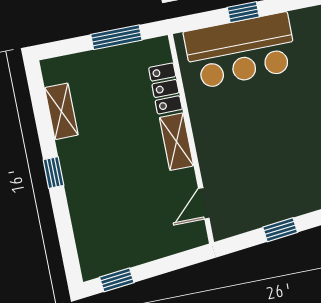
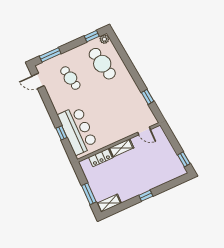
window: (116, 37) -> (89, 194), moved
shelving: (61, 111) -> (109, 203), moved

